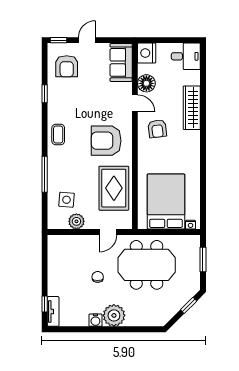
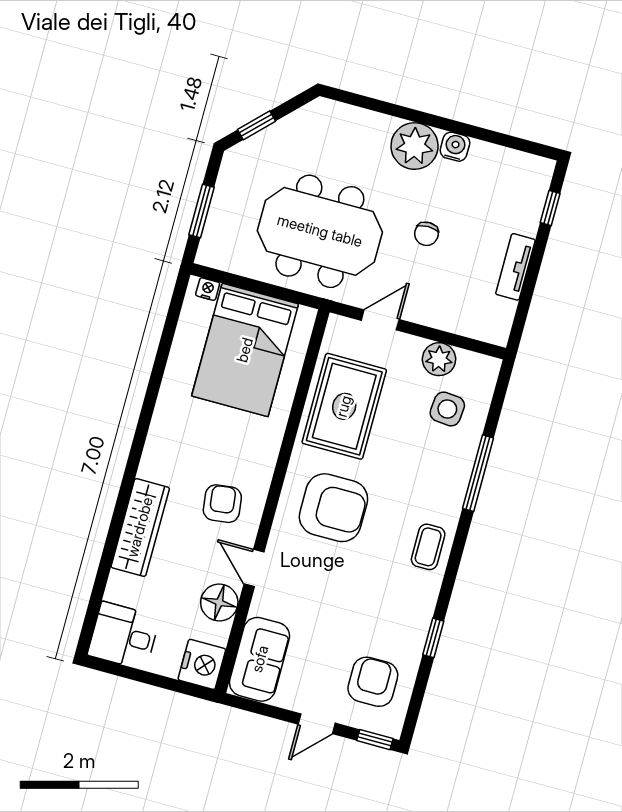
tv unit: (53, 311) -> (515, 267), moved

